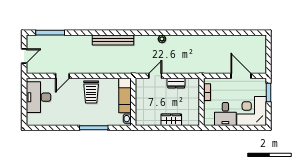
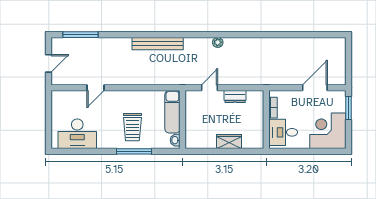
door: (241, 76) -> (315, 88), hinge flipped
trolley: (91, 92) -> (132, 127), moved
desk: (38, 97) -> (77, 134), moved, turned -90
desk: (225, 114) -> (283, 132), moved, turned 90

